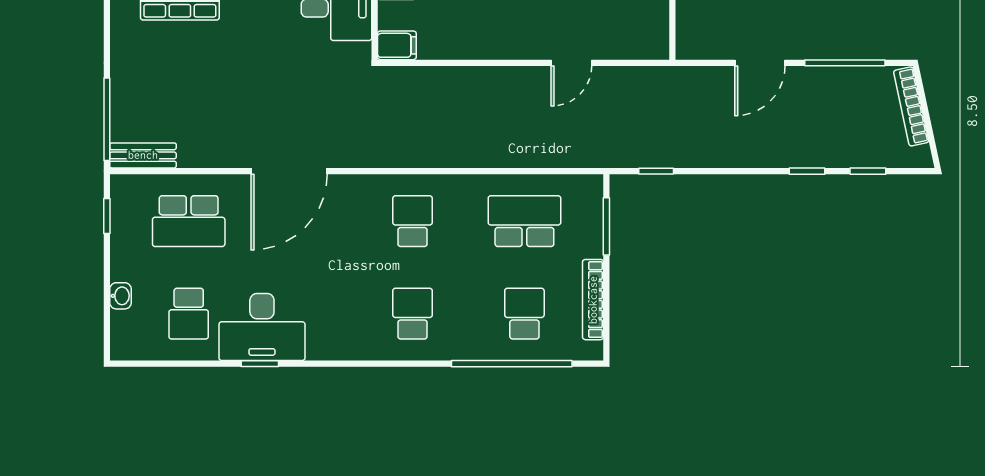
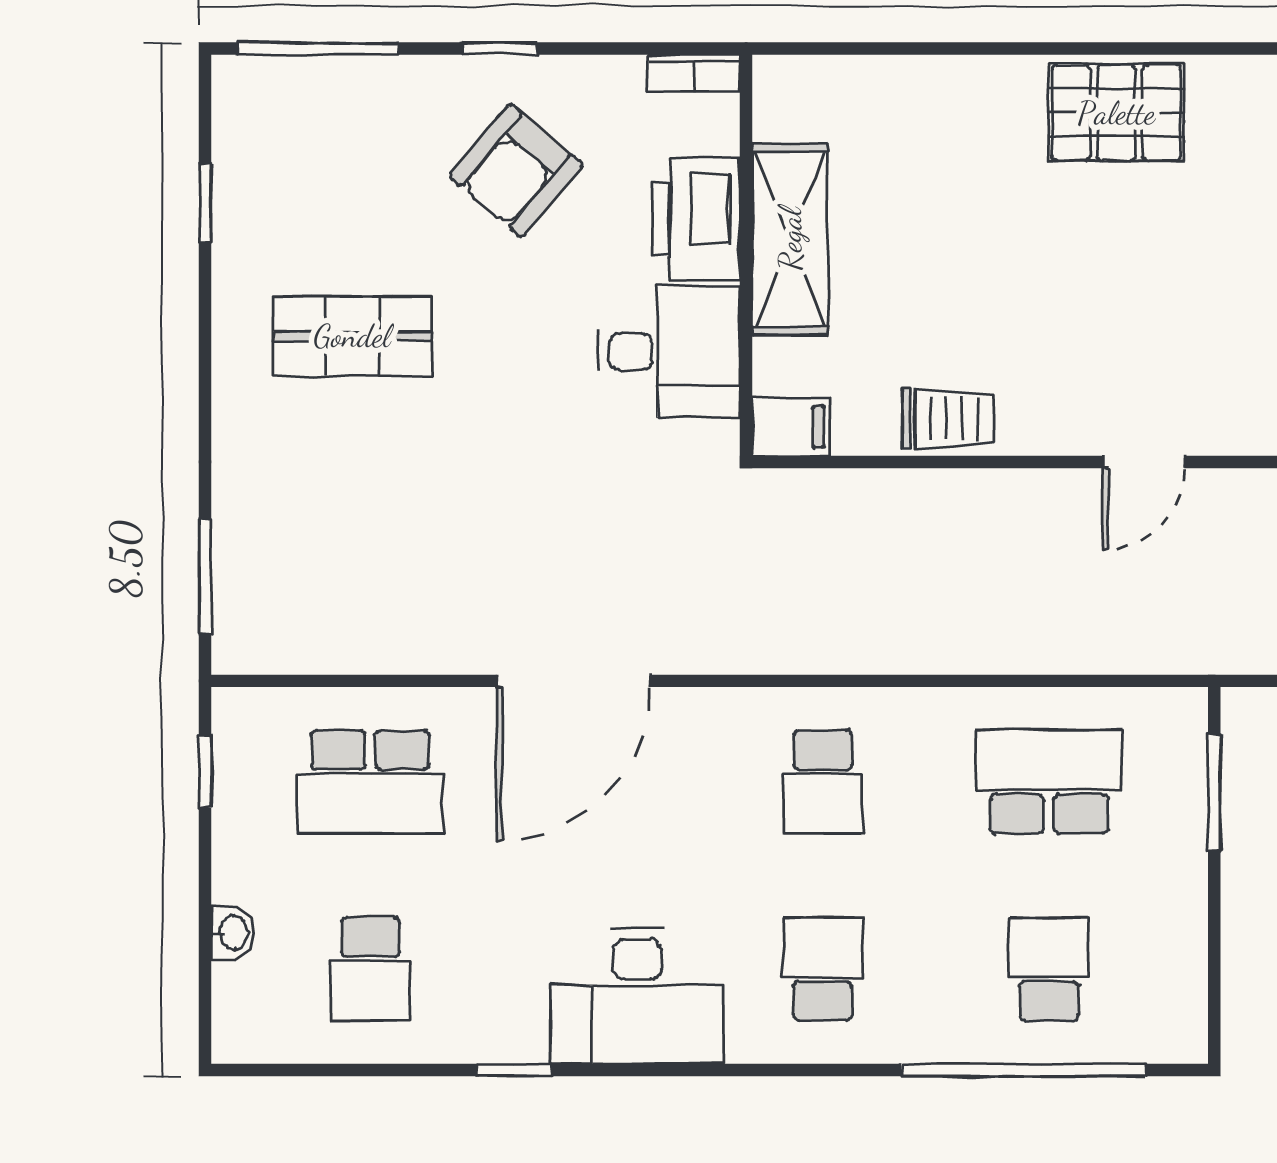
trolley: (475, 41) -> (948, 419), added
window: (107, 119) -> (205, 576), width x0.69
bench: (143, 155) -> (278, 649), removed
school desk: (413, 221) -> (823, 782), turned 180
bookcase: (593, 300) -> (1187, 940), removed
desk: (262, 327) -> (637, 996), moved

